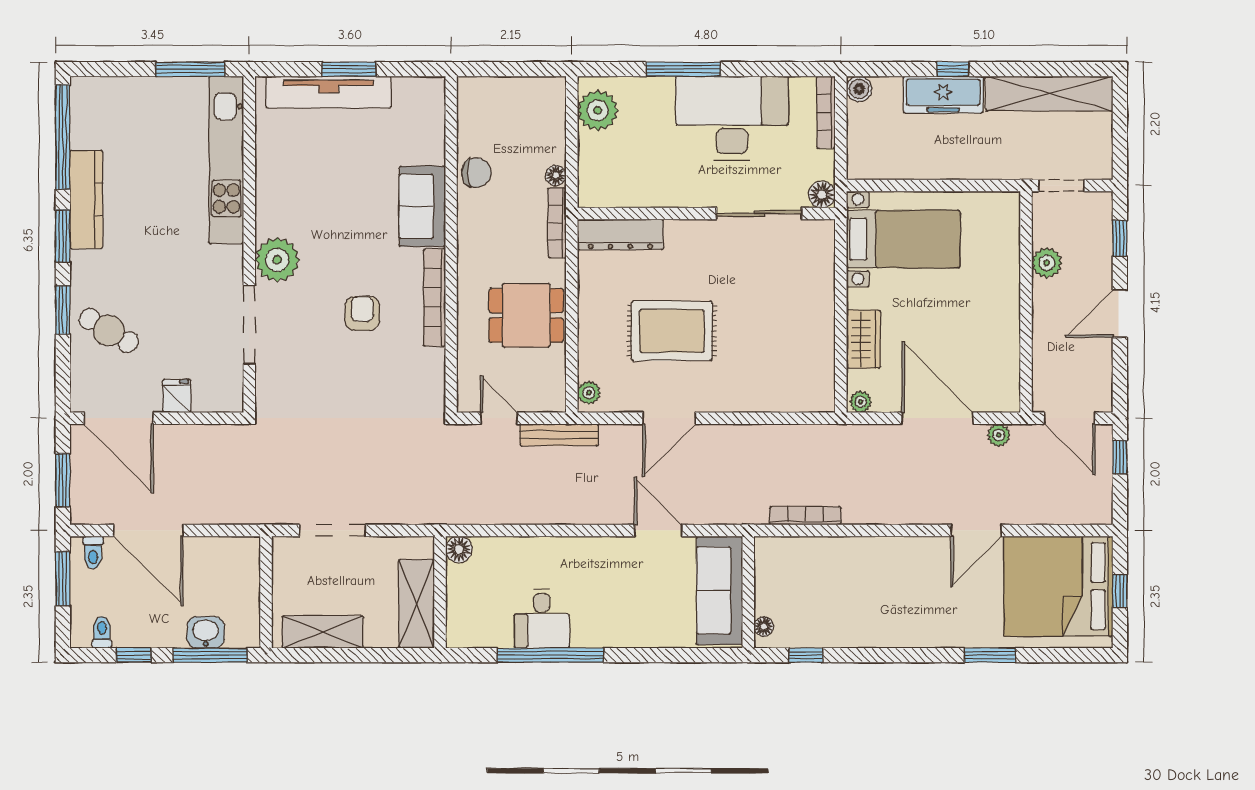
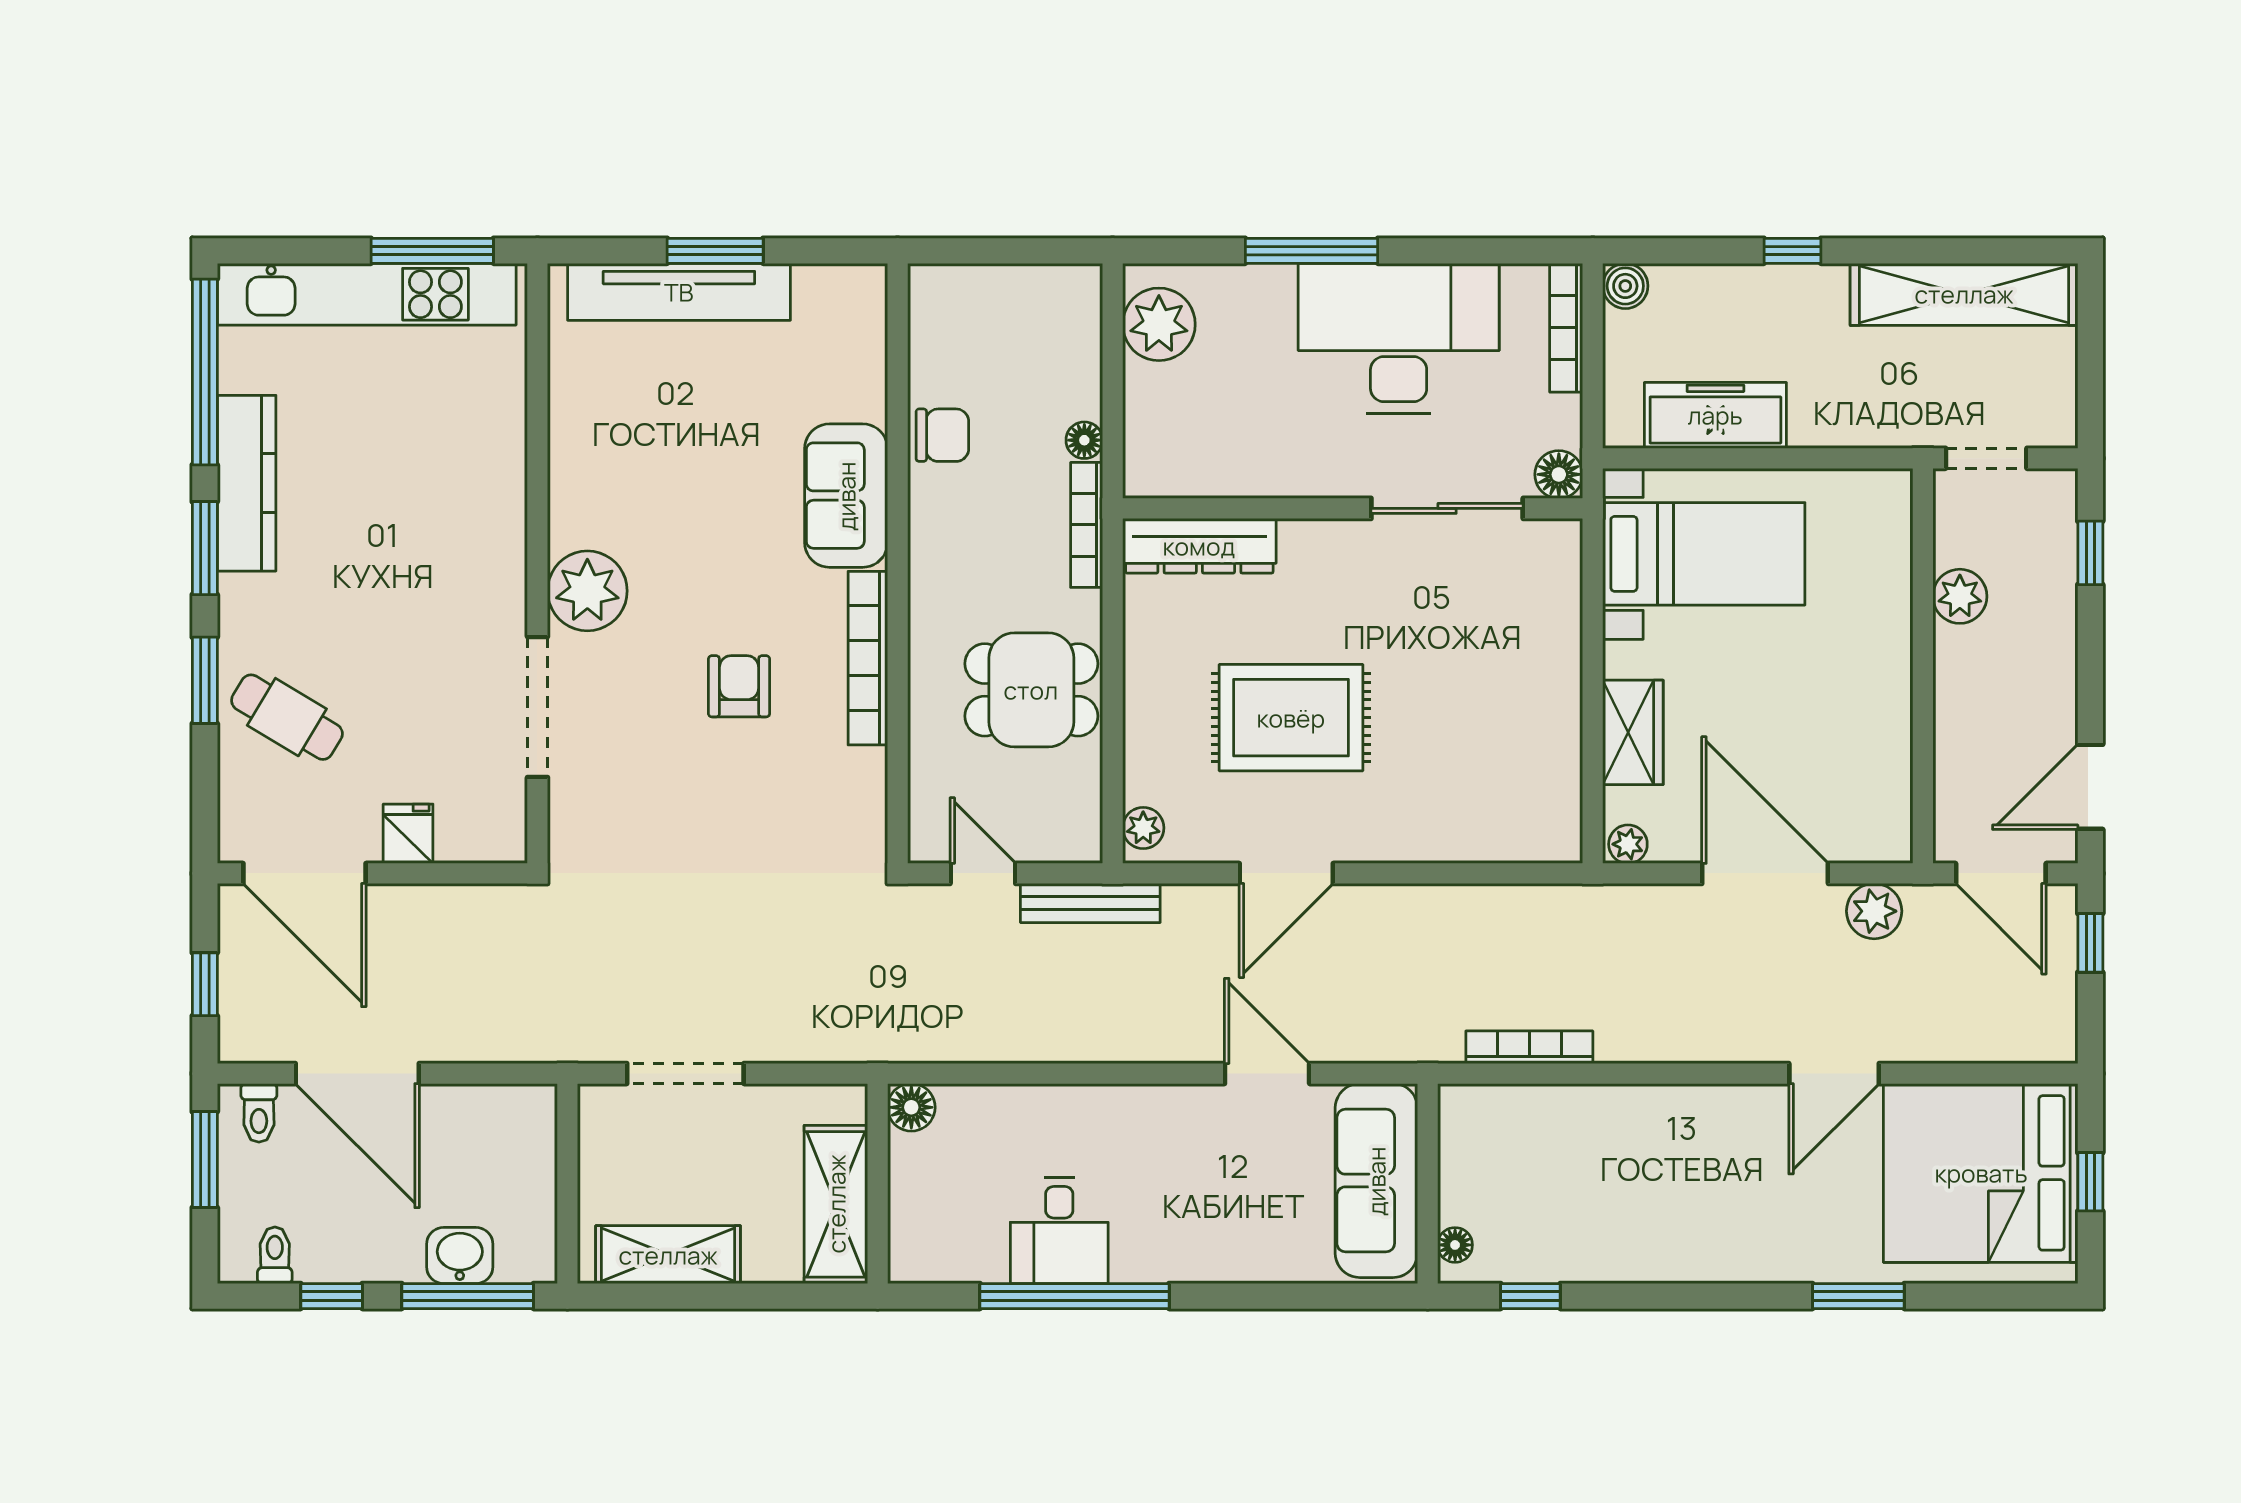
freezer: (943, 95) -> (1715, 415), moved, turned 180
kitchen unit: (226, 160) -> (367, 294), moved, turned -90
door: (1120, 314) -> (2090, 787), moved
plant: (999, 435) -> (1874, 911), width x1.38, depth x1.38
window: (63, 480) -> (205, 984), width x0.67

